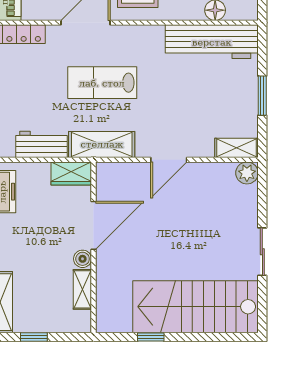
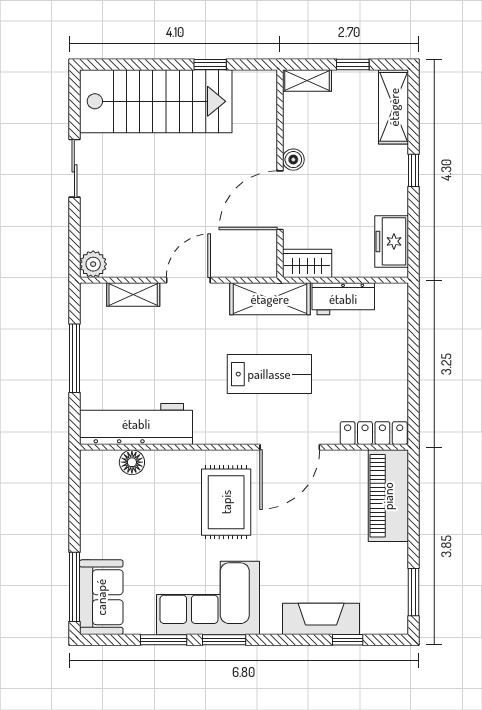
window: (262, 96) -> (74, 358), width x1.44
shelving: (236, 148) -> (133, 295), moved
shelving: (82, 289) -> (307, 80), moved, turned 90

